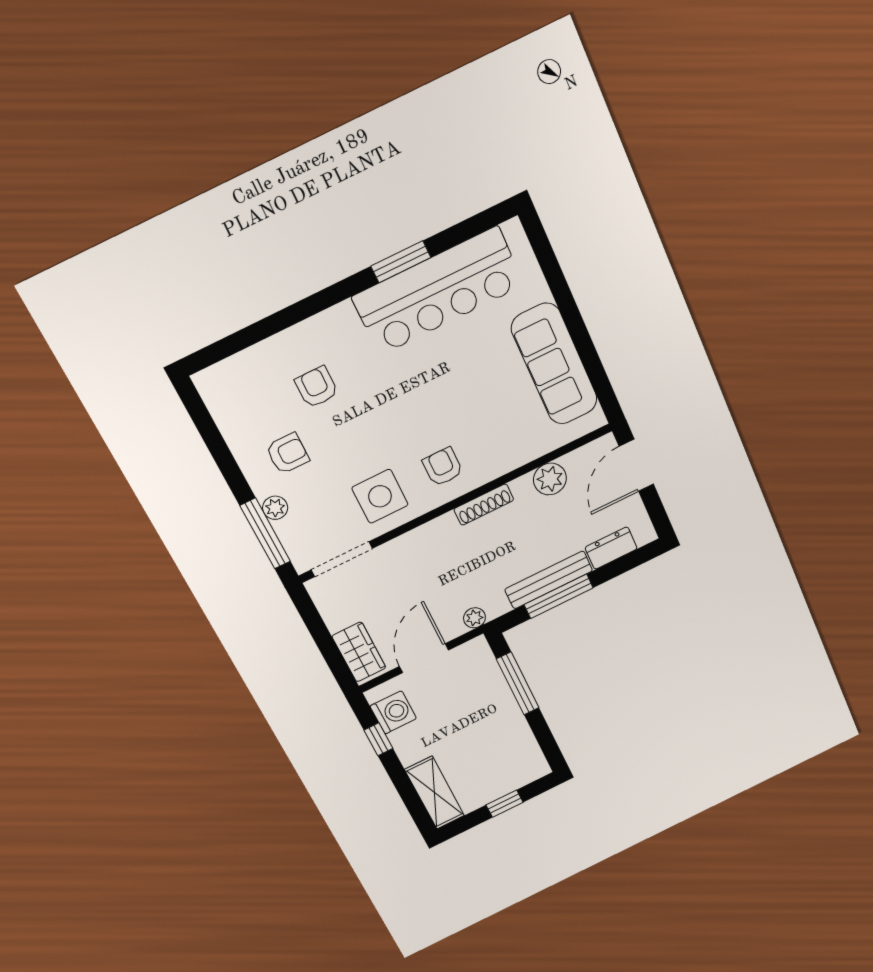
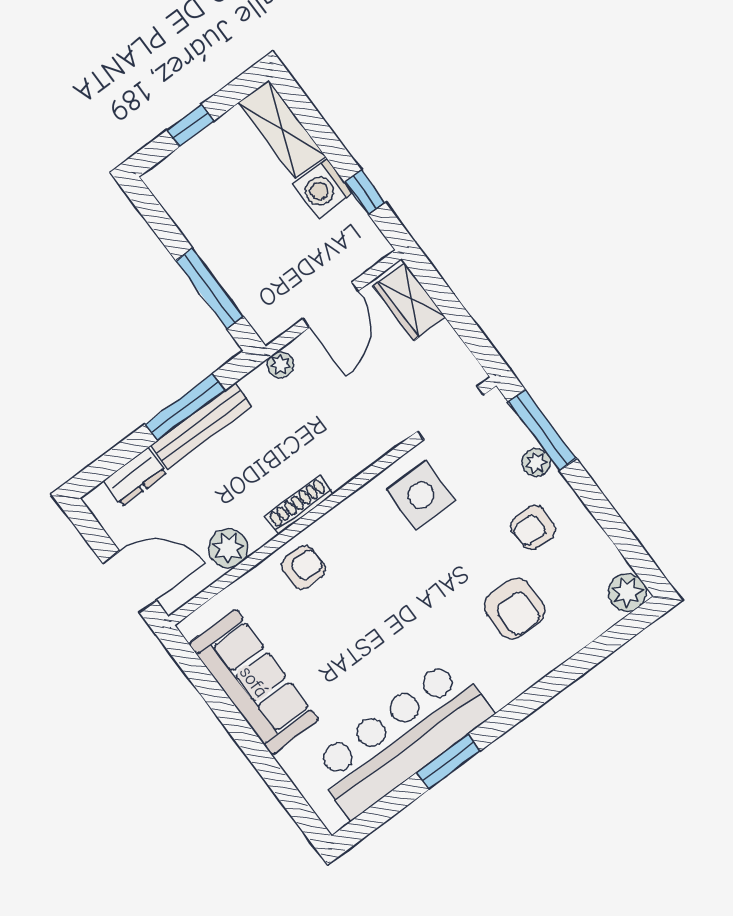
plant: (213, 383) -> (627, 592), added
armchair: (317, 387) -> (515, 608), width x1.38, depth x1.38
door: (636, 465) -> (130, 582), hinge flipped
armchair: (443, 467) -> (303, 568), moved, turned -90
washing machine: (393, 712) -> (323, 188), moved

